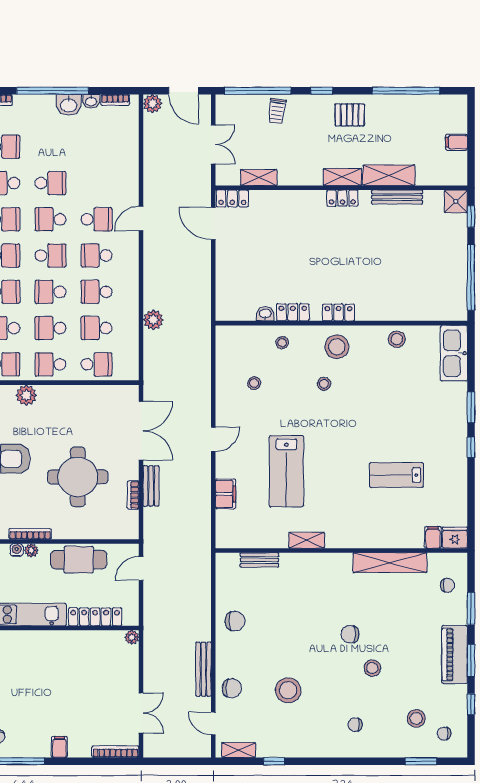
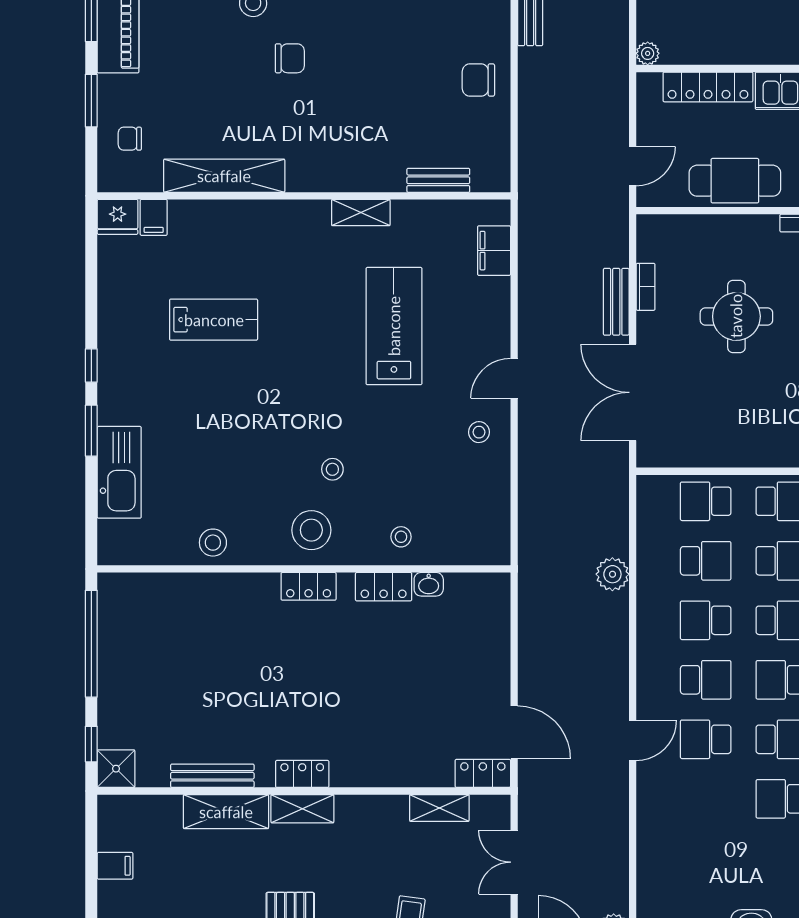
school desk: (97, 292) -> (706, 620), turned 180
kitchen sink: (454, 353) -> (119, 472), moved
stool: (254, 383) -> (479, 432), moved
round table: (78, 477) -> (736, 316), width x0.73, depth x0.73
filing cabinet: (225, 494) -> (494, 251), moved

